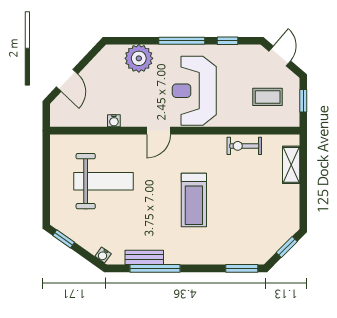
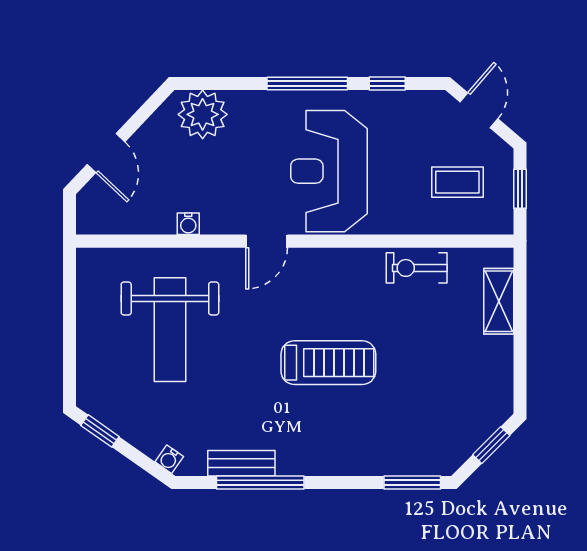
plant: (139, 58) -> (203, 114), moved
weight bench: (103, 181) -> (170, 330), turned 90
treadmill: (194, 200) -> (328, 363), turned -90

